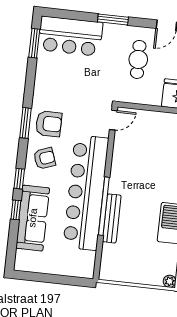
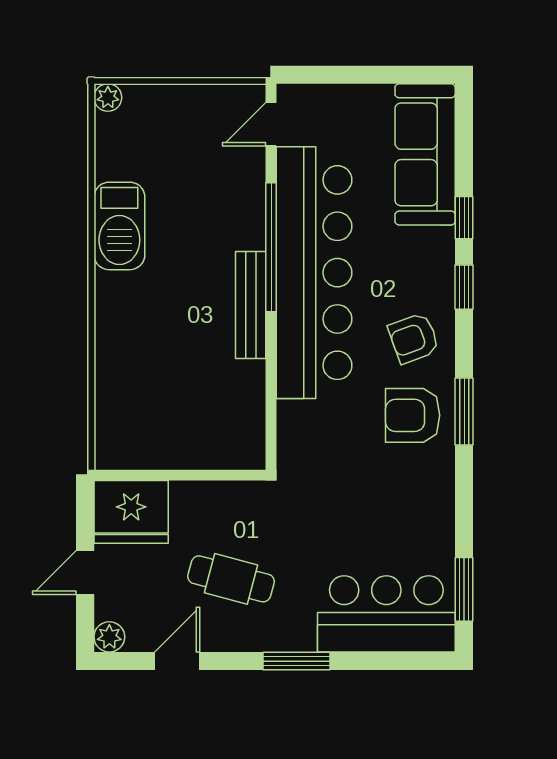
cafe table: (138, 59) -> (231, 579), turned -74
door: (113, 120) -> (271, 124), moved
sofa: (33, 218) -> (425, 154), moved
bench: (112, 218) -> (251, 305), moved

